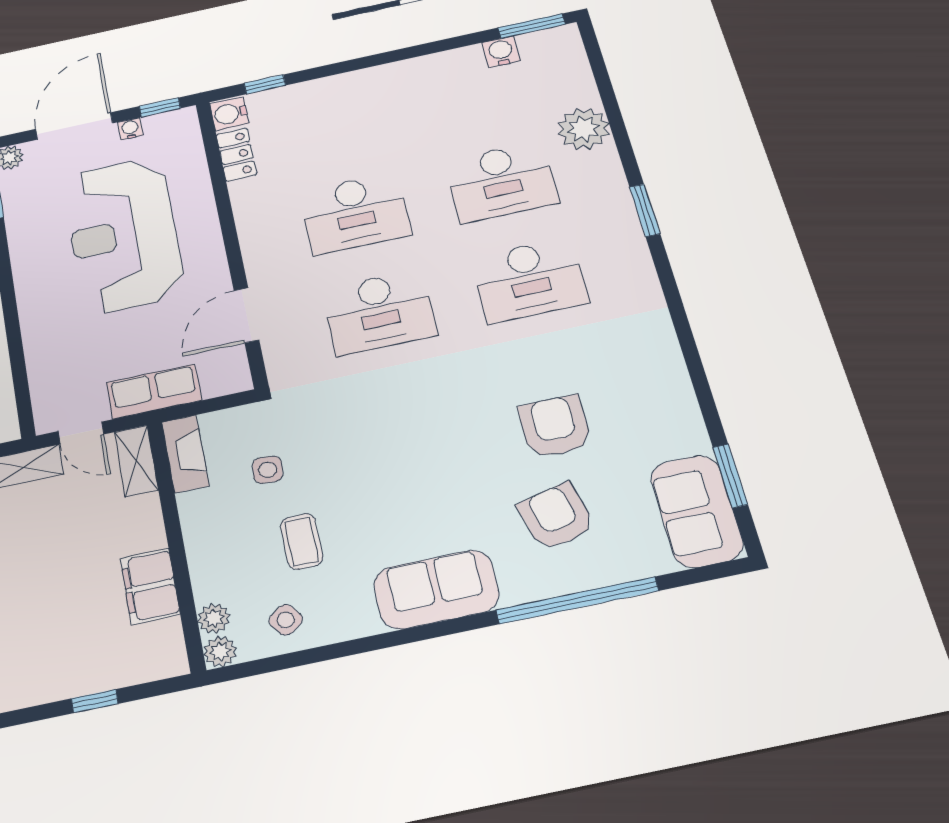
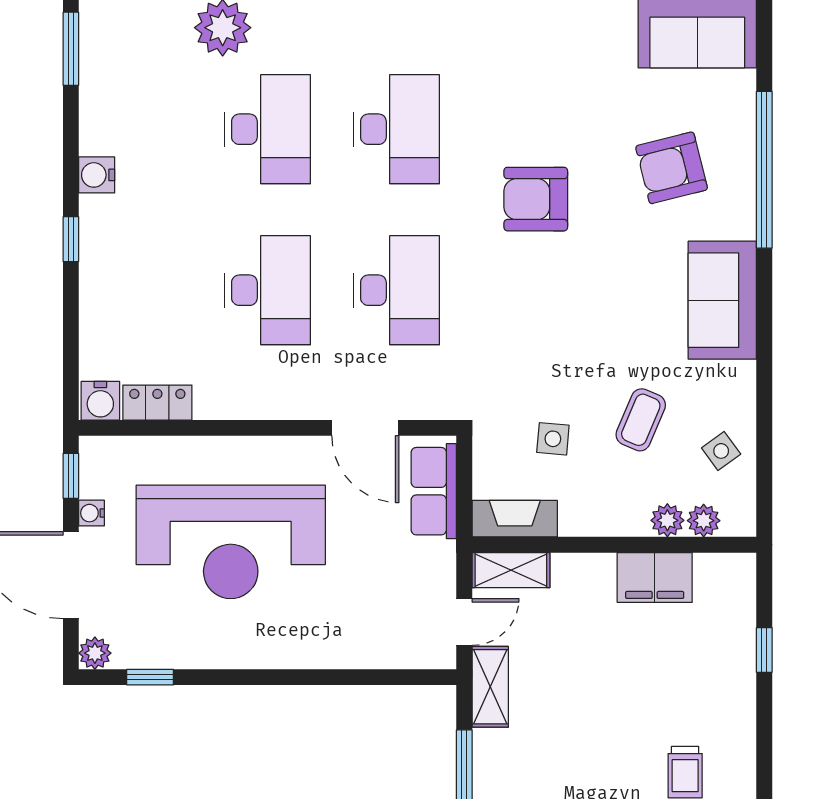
water cooler: (501, 52) -> (97, 175), moved
window: (265, 84) -> (71, 239), moved
row of seats: (154, 391) -> (434, 491), moved
armchair: (555, 426) -> (536, 199), moved
coffee table: (302, 542) -> (641, 420), turned -67
plant: (220, 651) -> (667, 520), moved

